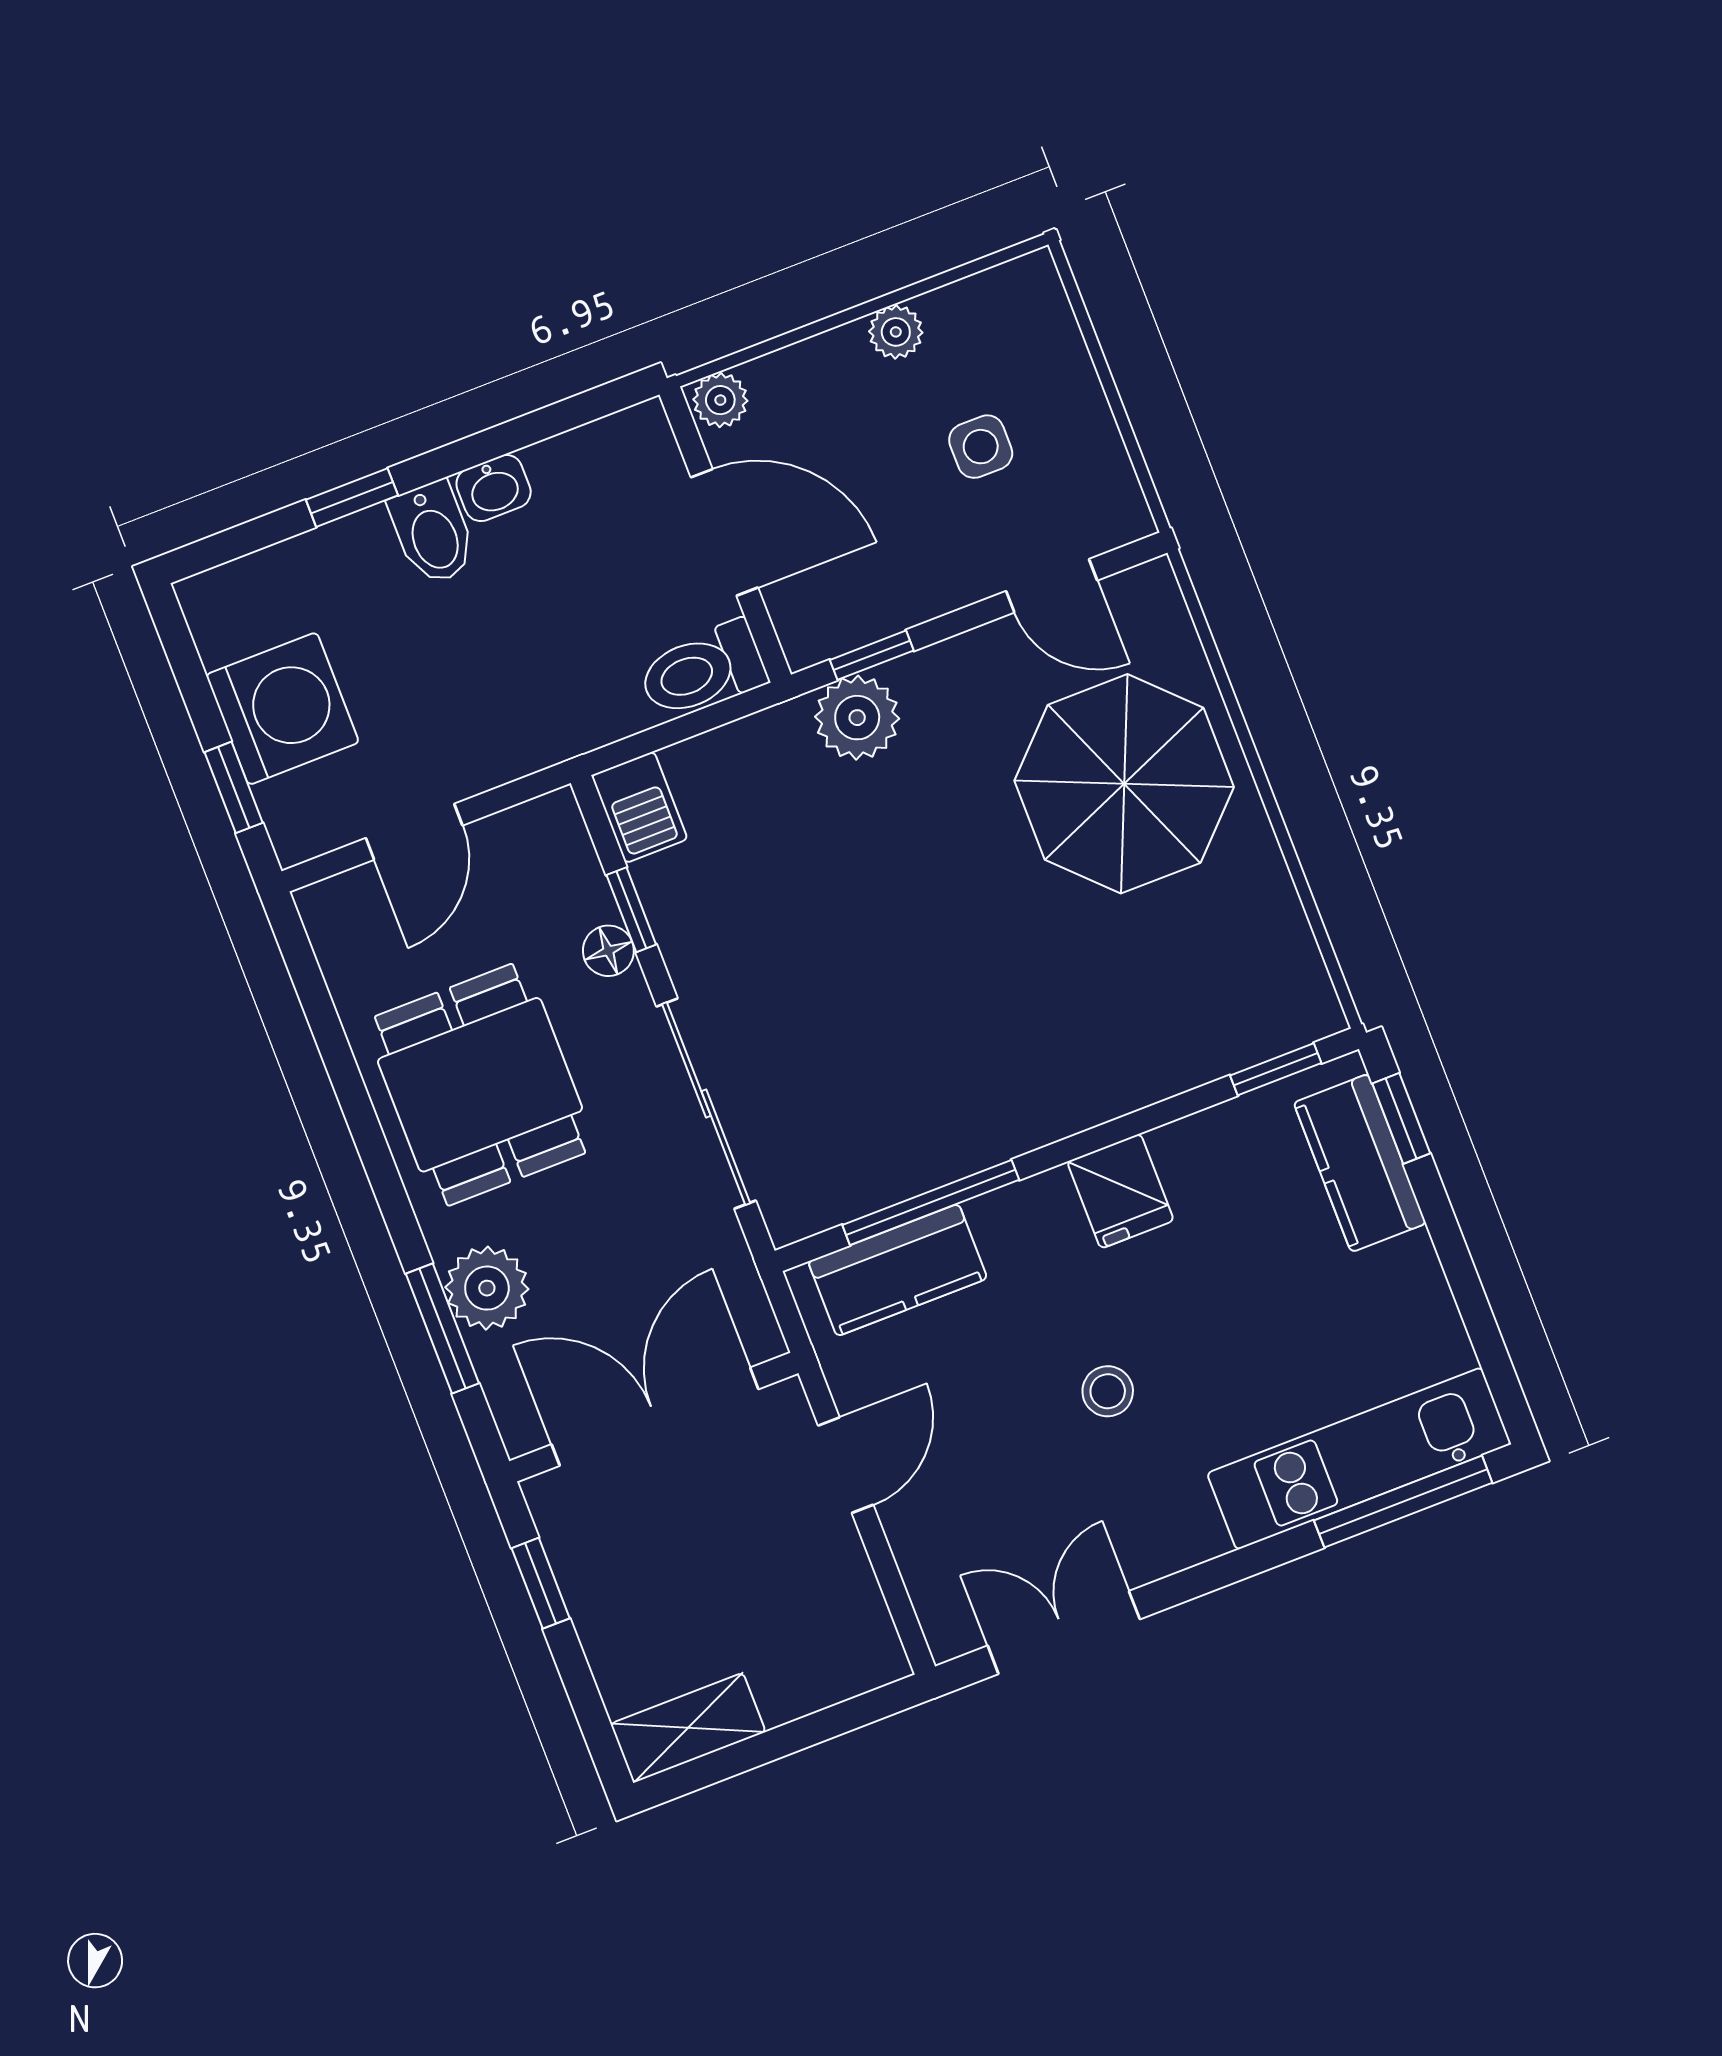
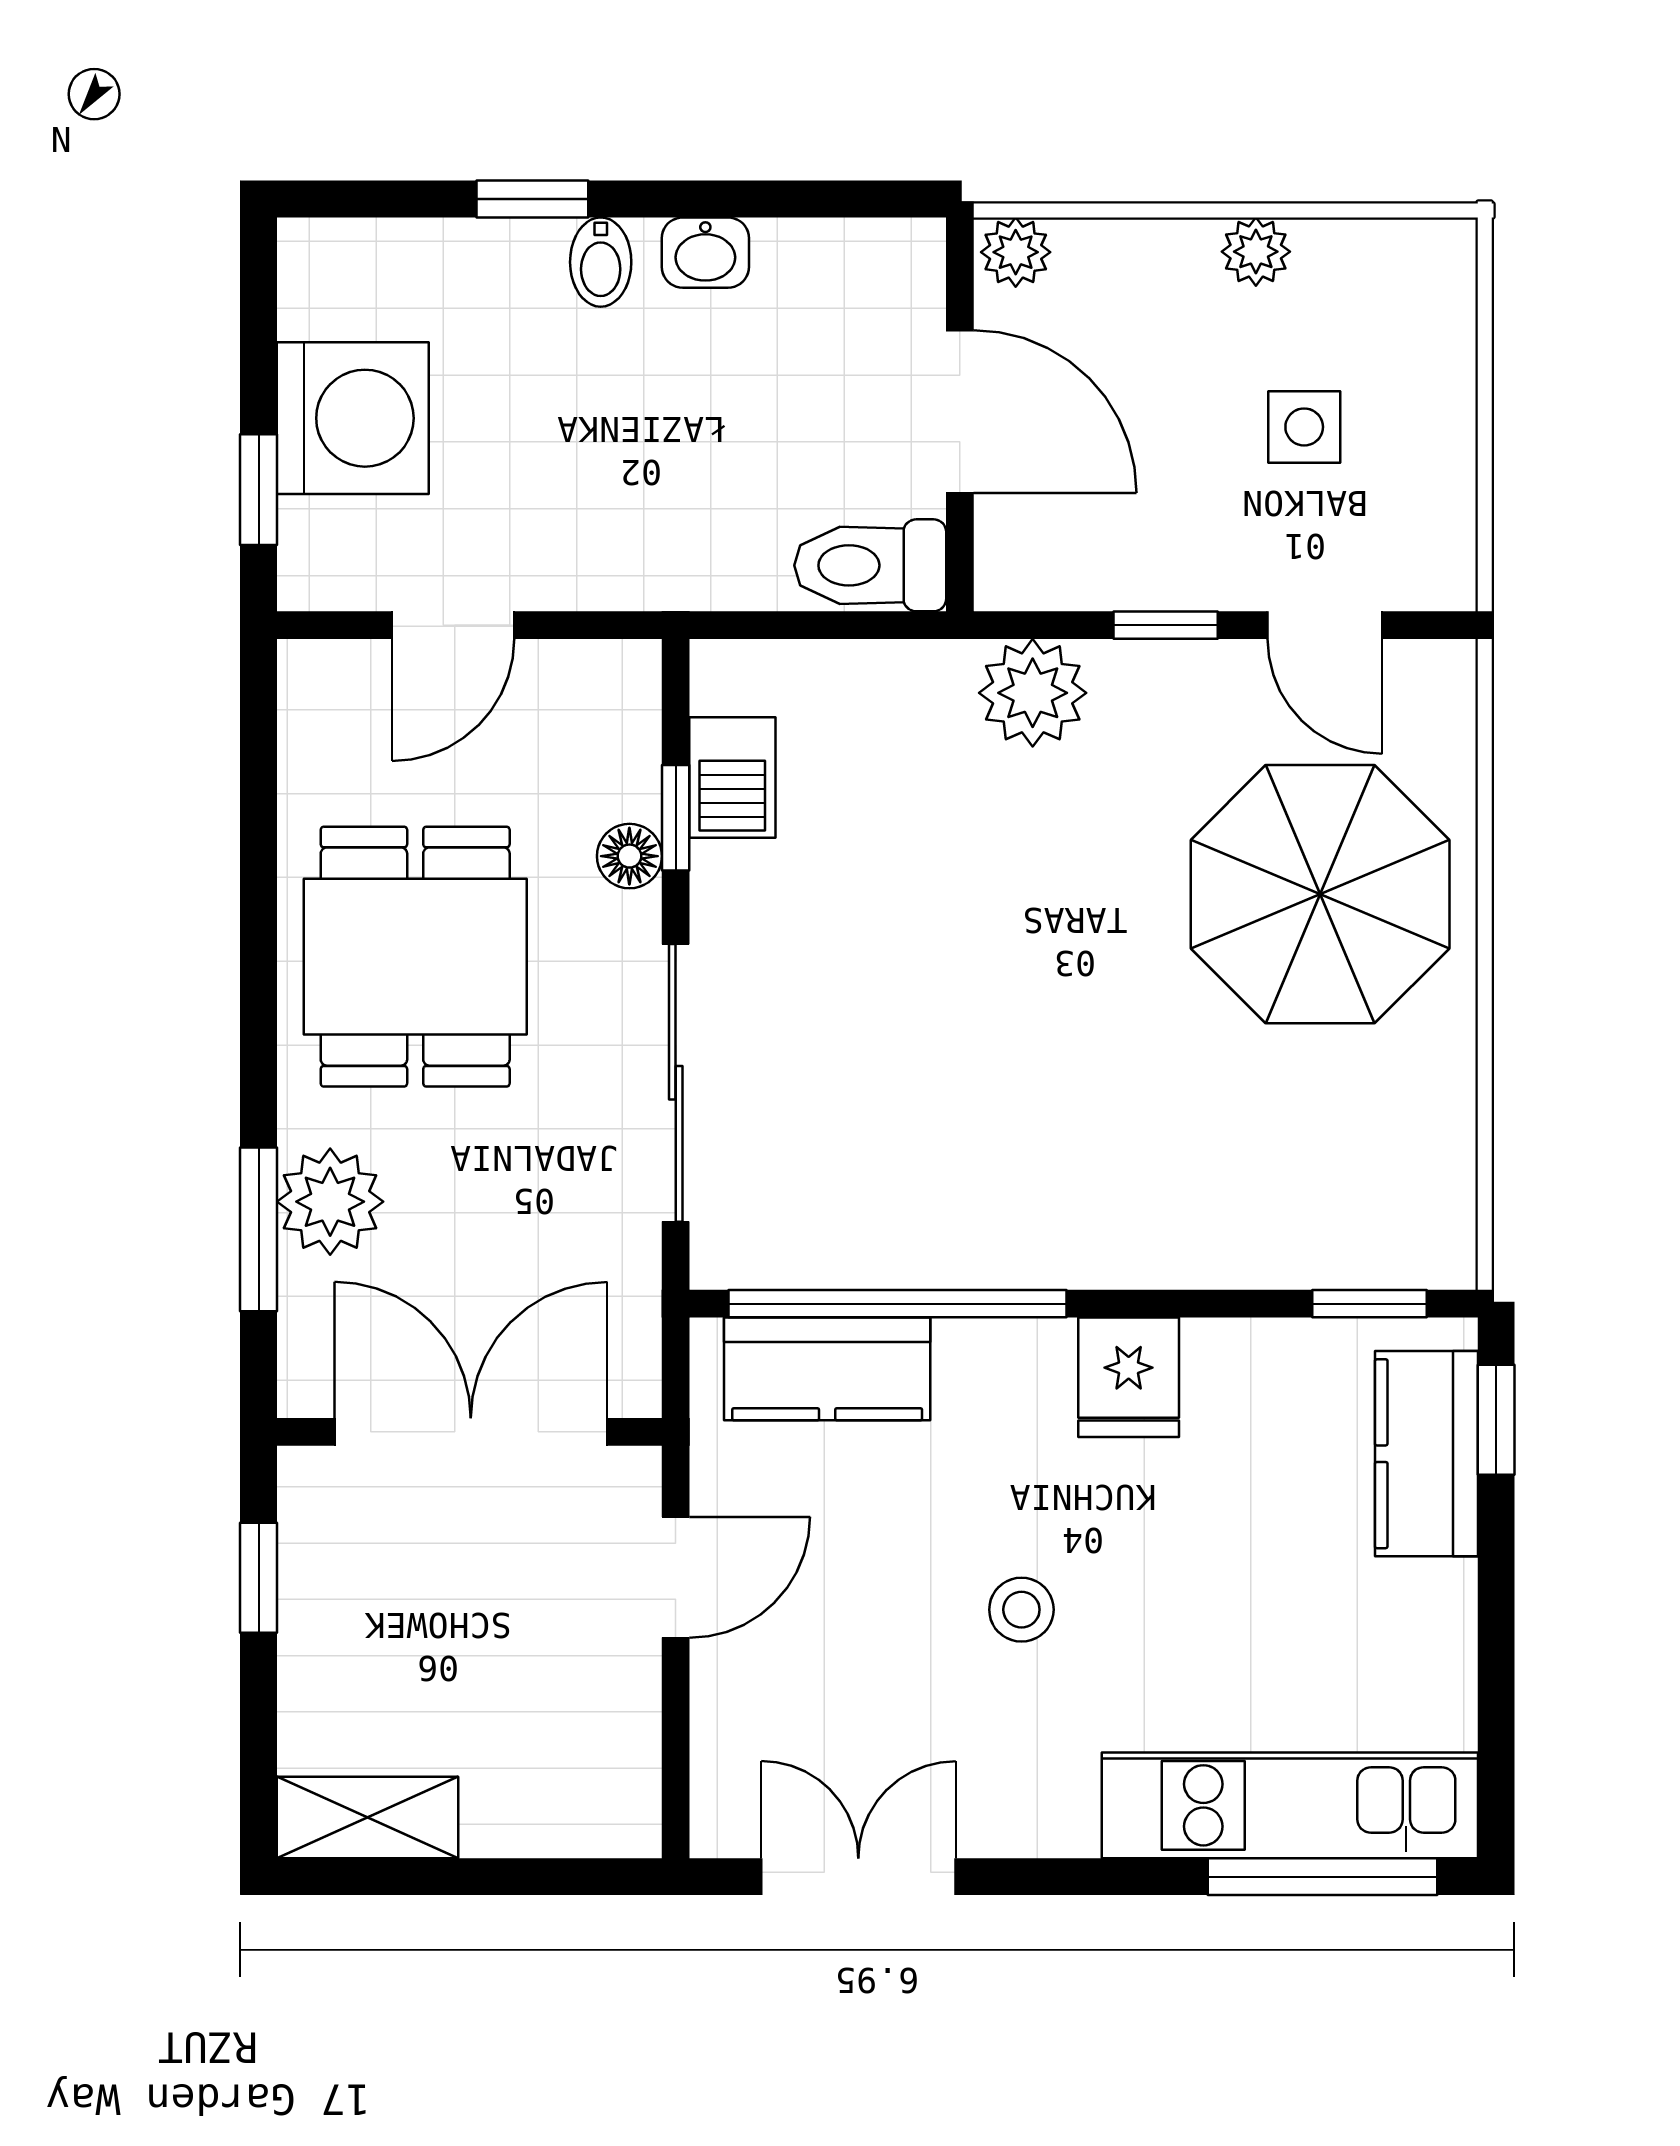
bidet: (433, 533) -> (601, 262), width x0.72, depth x0.74
window: (872, 655) -> (1166, 625), moved
barbecue: (639, 807) -> (732, 778), moved
window: (931, 1202) -> (898, 1304), width x1.46

